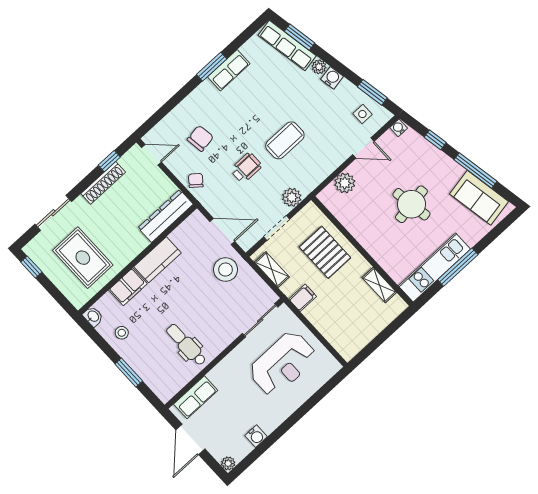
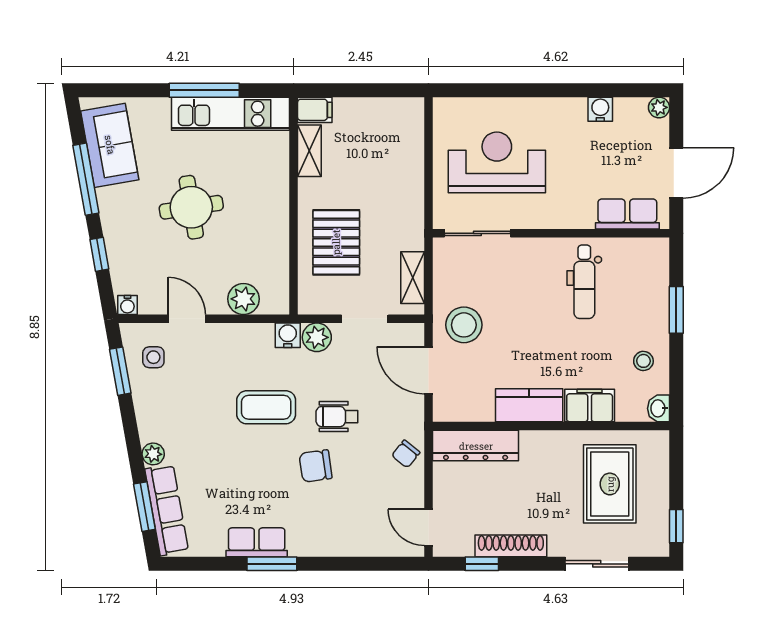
water cooler: (332, 78) -> (288, 335), moved, turned 100
chair: (200, 138) -> (316, 466), moved
filing cabinet: (303, 298) -> (315, 110), moved, turned 180

